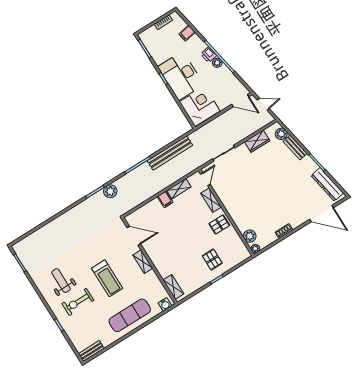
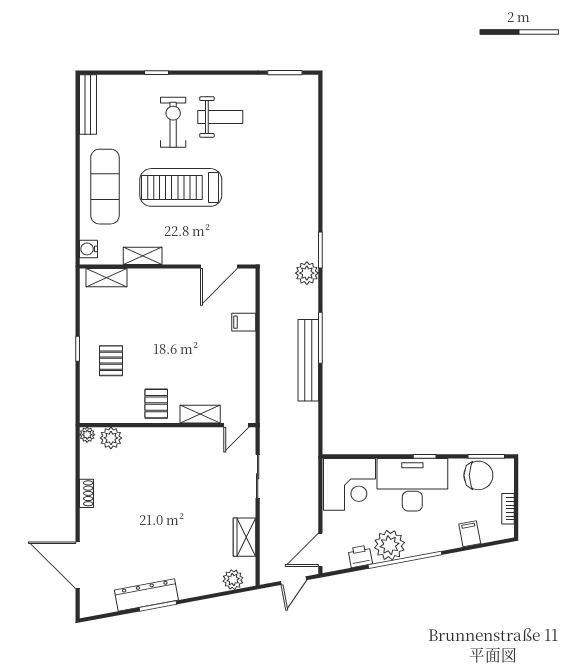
chair: (156, 47) -> (478, 475), added
printer: (209, 55) -> (360, 556), moved
plant: (217, 63) -> (390, 545), width x1.88, depth x1.88
bench: (295, 147) -> (200, 587), removed
bench: (170, 153) -> (308, 360), moved
door: (205, 179) -> (236, 425), hinge flipped
dresser: (327, 184) -> (146, 595), moved
shelving: (179, 189) -> (247, 377), removed
filing cabinet: (165, 199) -> (244, 322), moved
door: (322, 214) -> (78, 565), hinge flipped
pallet: (212, 259) -> (111, 361), turned 90
shelving: (143, 262) -> (143, 256), moved
treadmill: (107, 278) -> (181, 187), width x1.37, depth x1.38
bench: (91, 351) -> (88, 105), width x1.36

